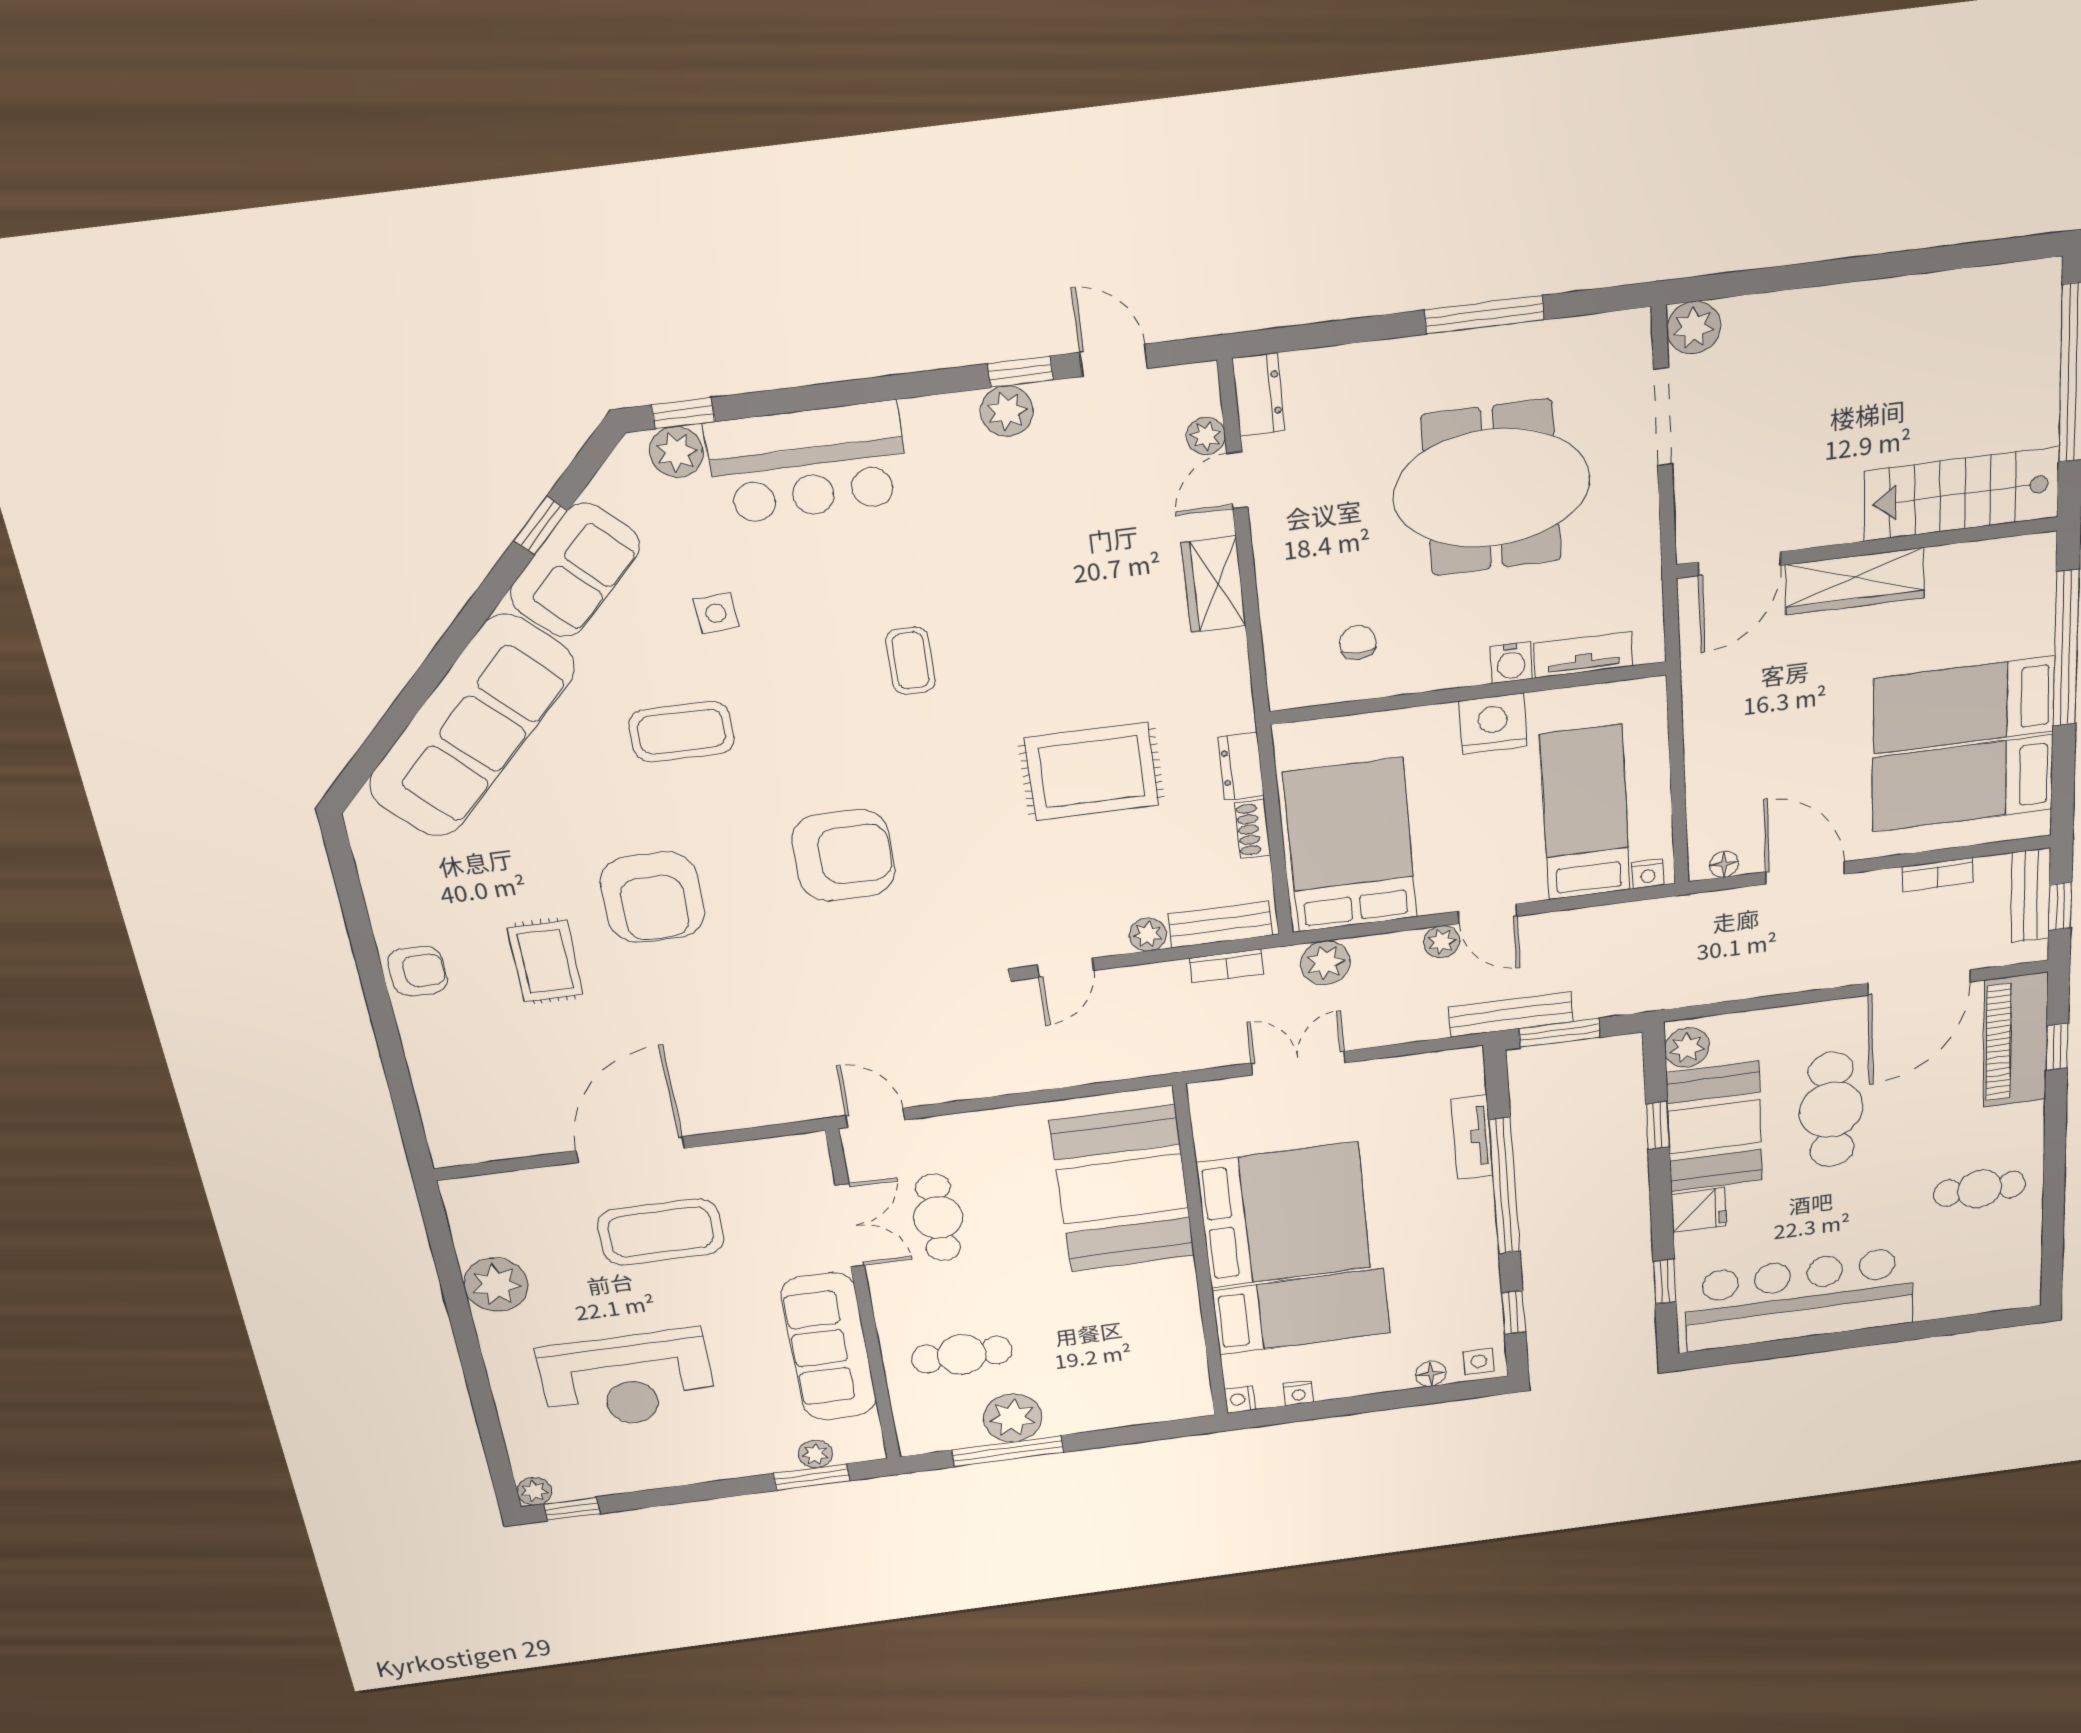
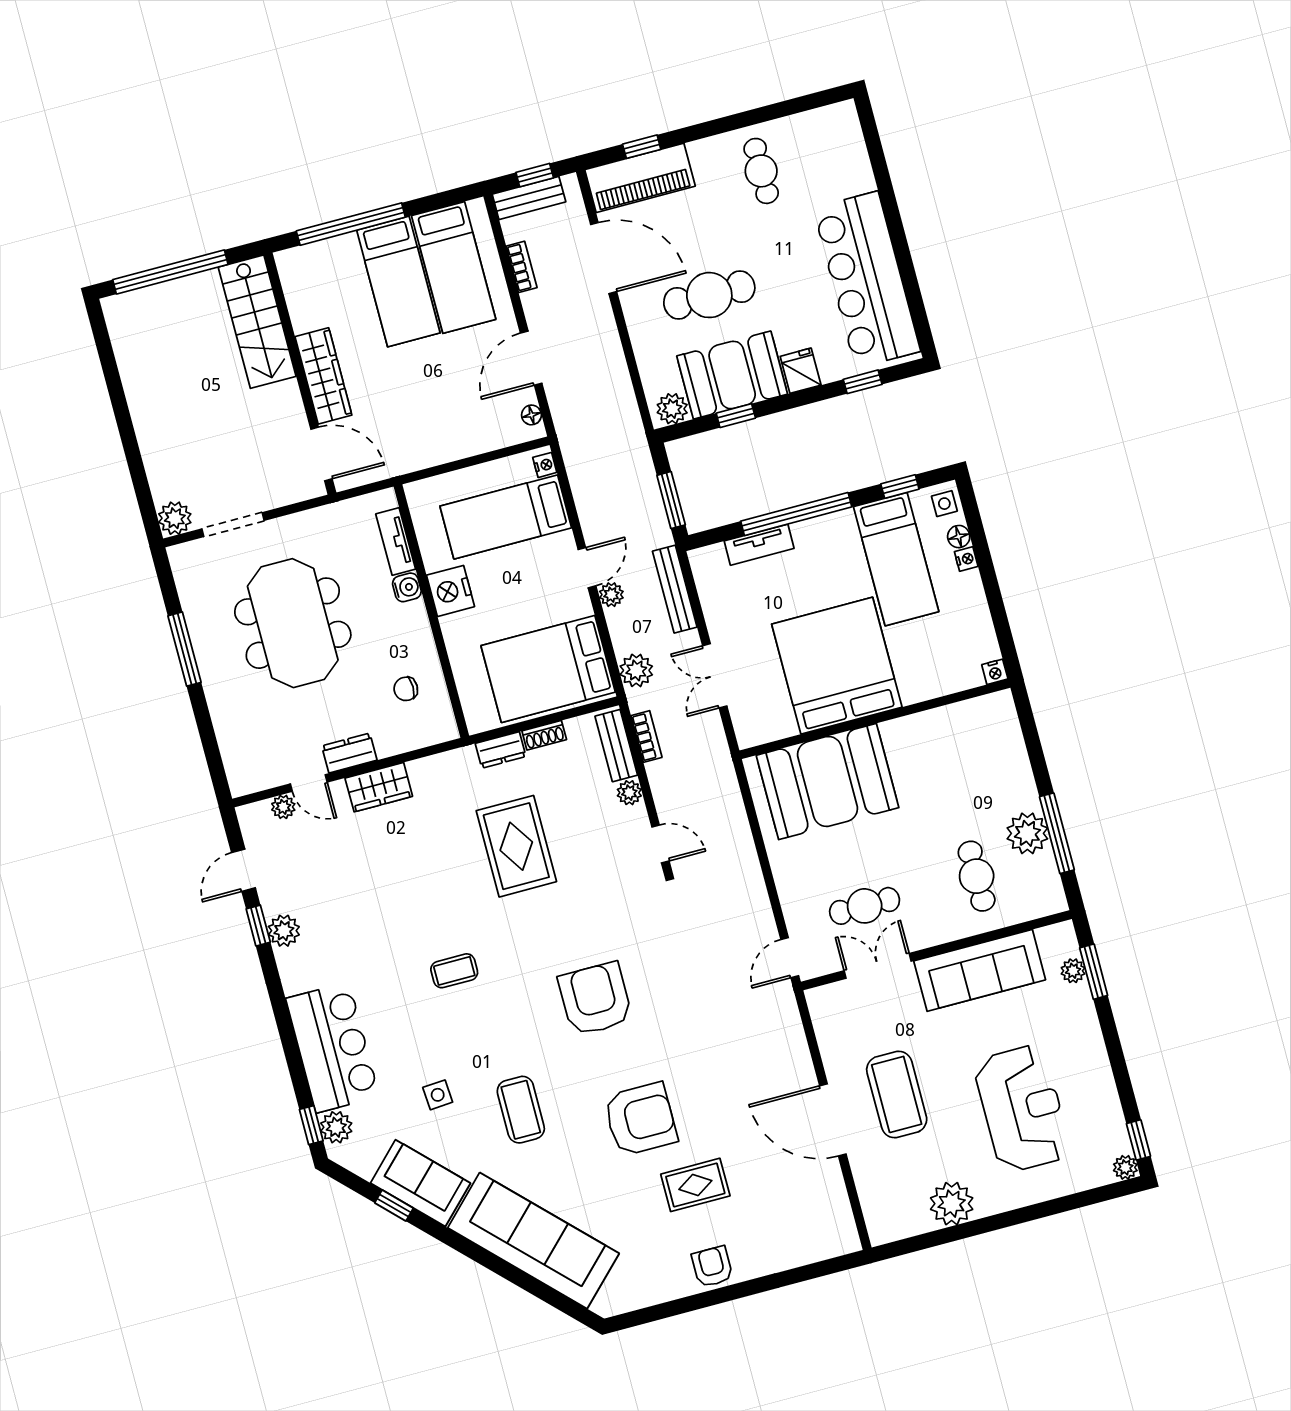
dresser: (1258, 394) -> (349, 753), moved
bench: (1511, 1014) -> (675, 589), moved
bed: (1301, 1312) -> (896, 559), moved, turned 180
nightstand: (1298, 1393) -> (966, 559), moved

